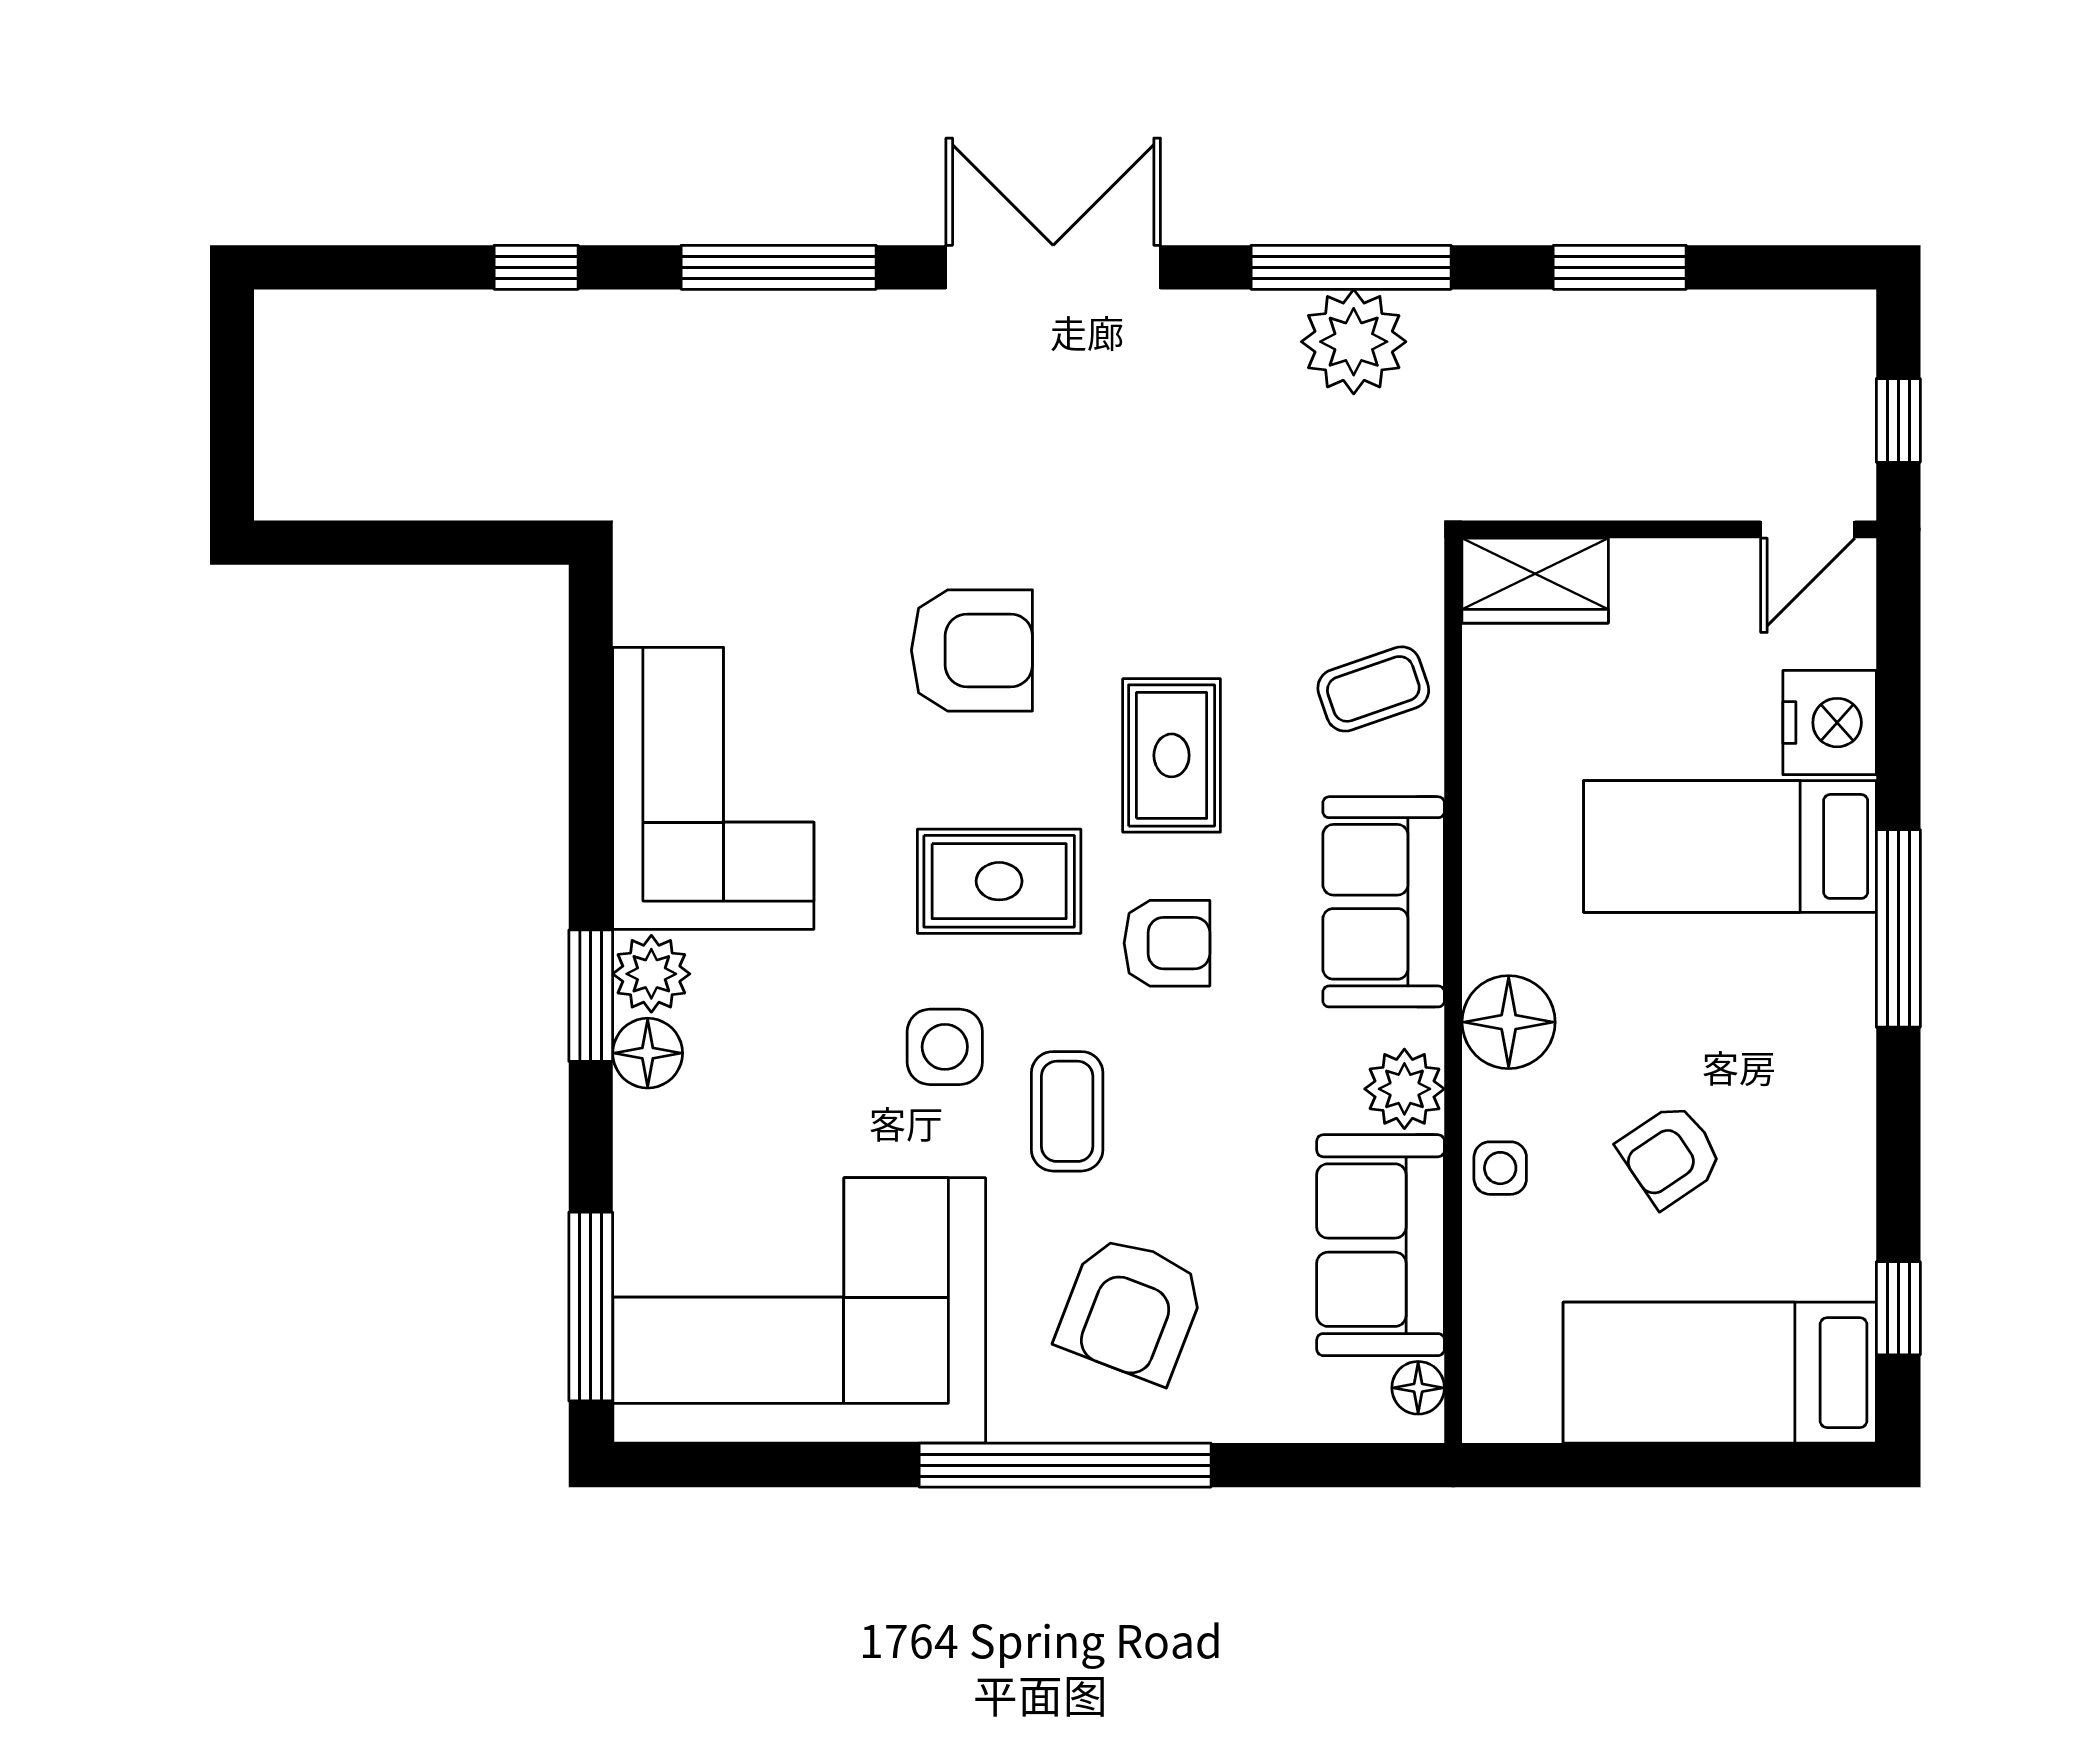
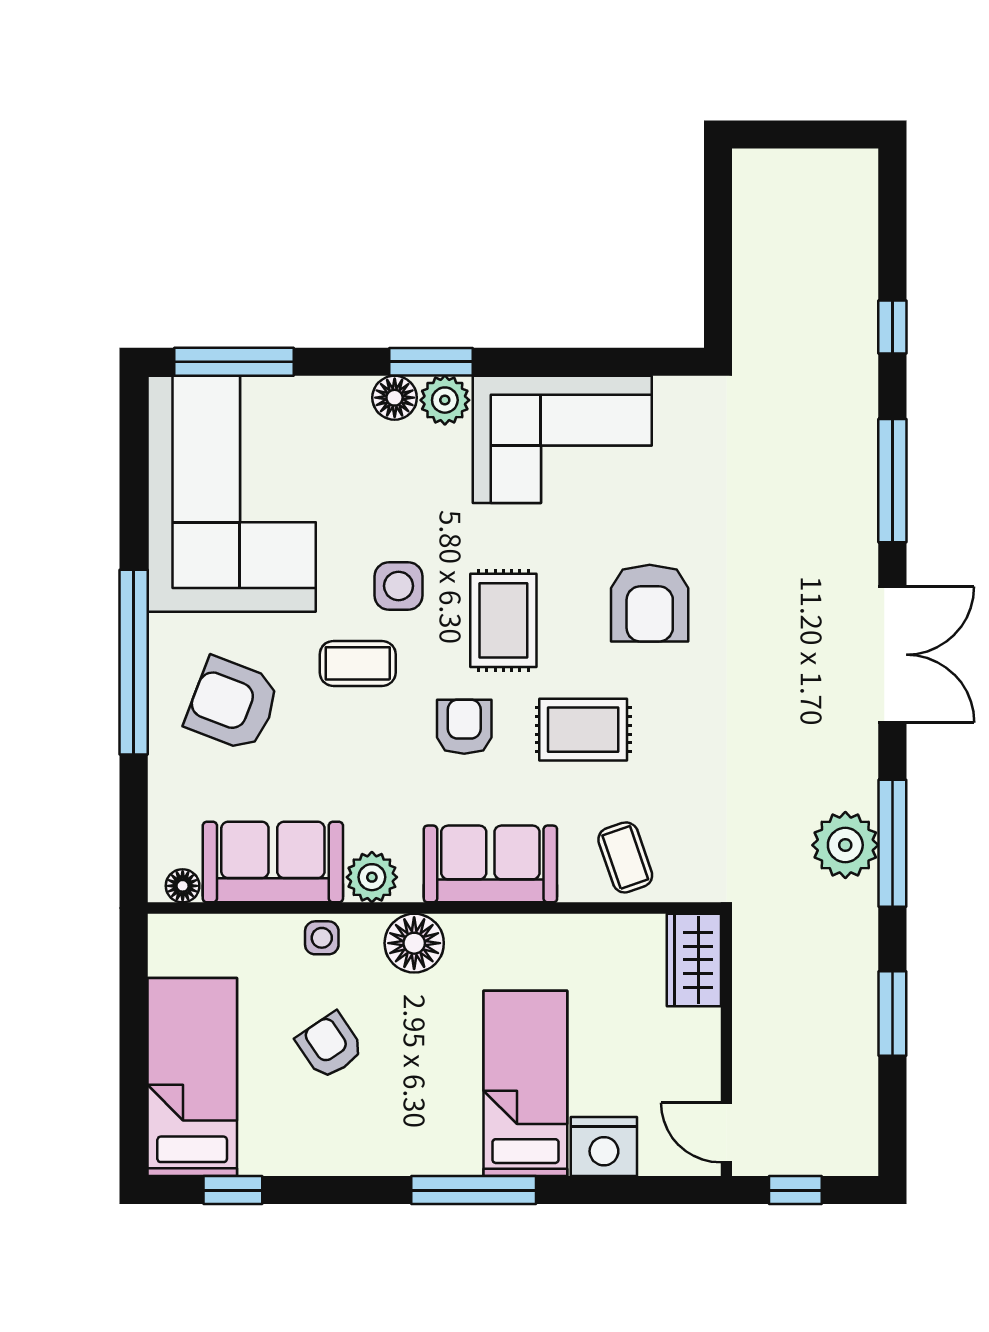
armchair: (1167, 943) -> (464, 727), turned 180

